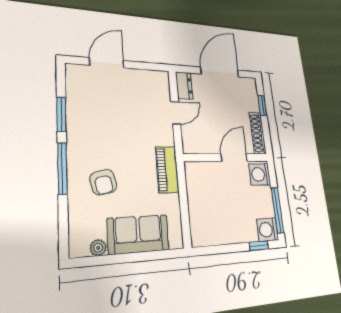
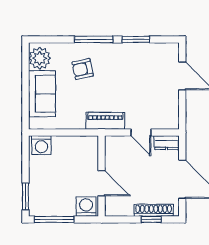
shoe rack: (258, 133) -> (154, 210), moved
piano: (167, 169) -> (105, 121), moved
washing machine: (268, 230) -> (41, 145), moved, turned 180
window: (259, 246) -> (25, 196), width x1.50
plant: (98, 248) -> (40, 58), width x1.88, depth x1.88

